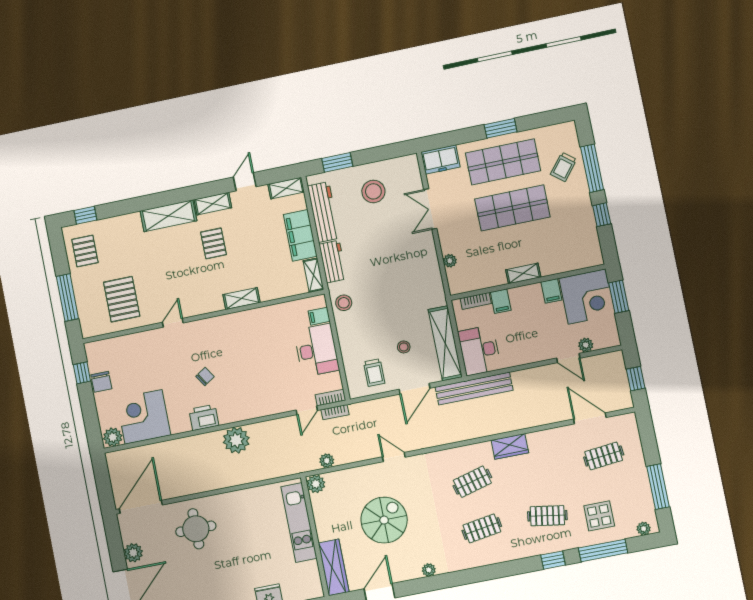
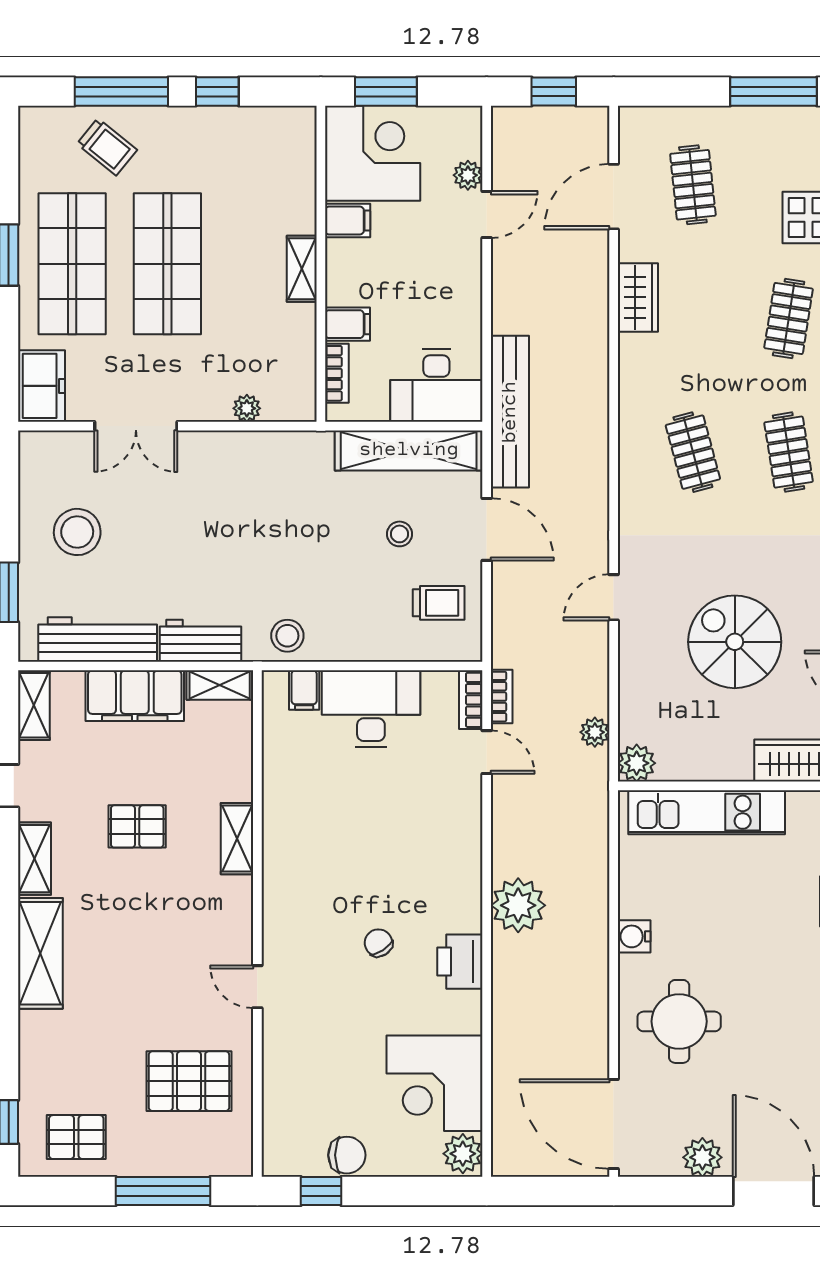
pallet: (213, 243) -> (137, 826), moved
wardrobe: (510, 446) -> (638, 297), moved
water cooler: (232, 499) -> (634, 936), added

